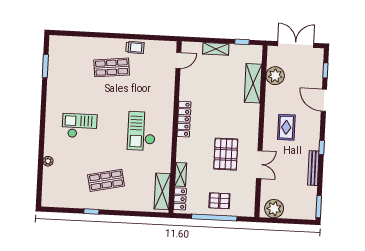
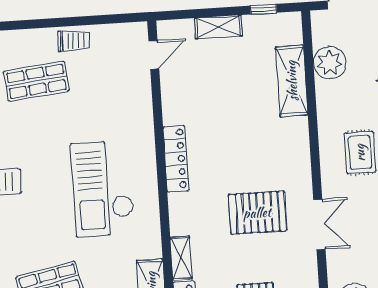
checkout: (142, 131) -> (103, 189), width x1.36, depth x1.21
pallet: (226, 154) -> (257, 213), turned 90

